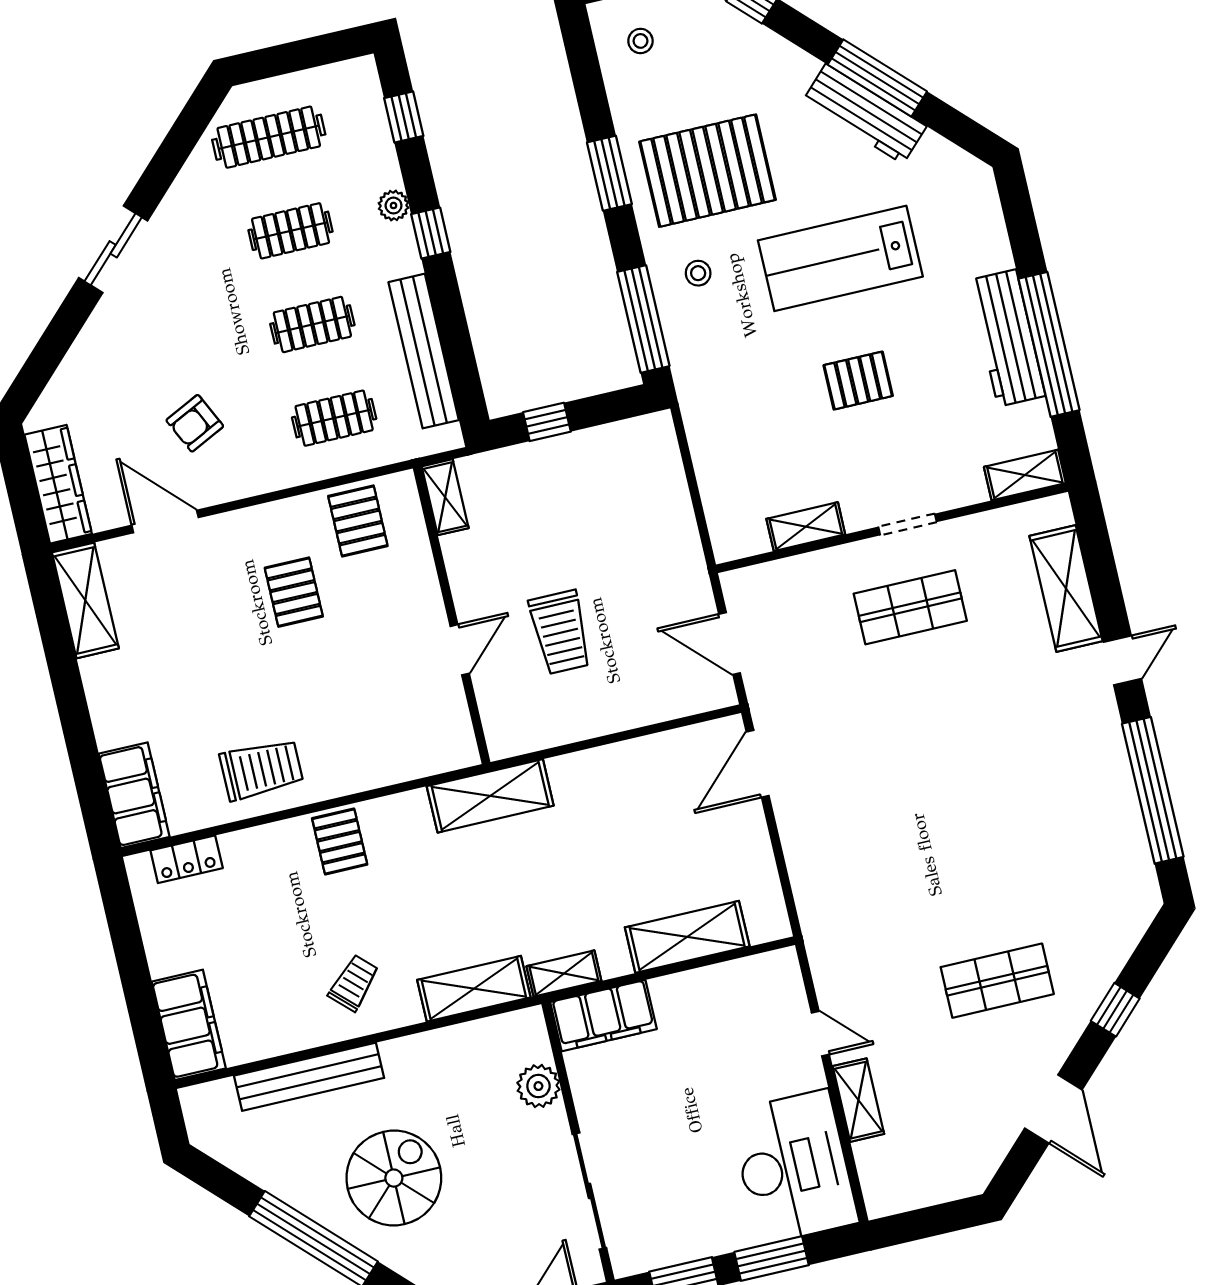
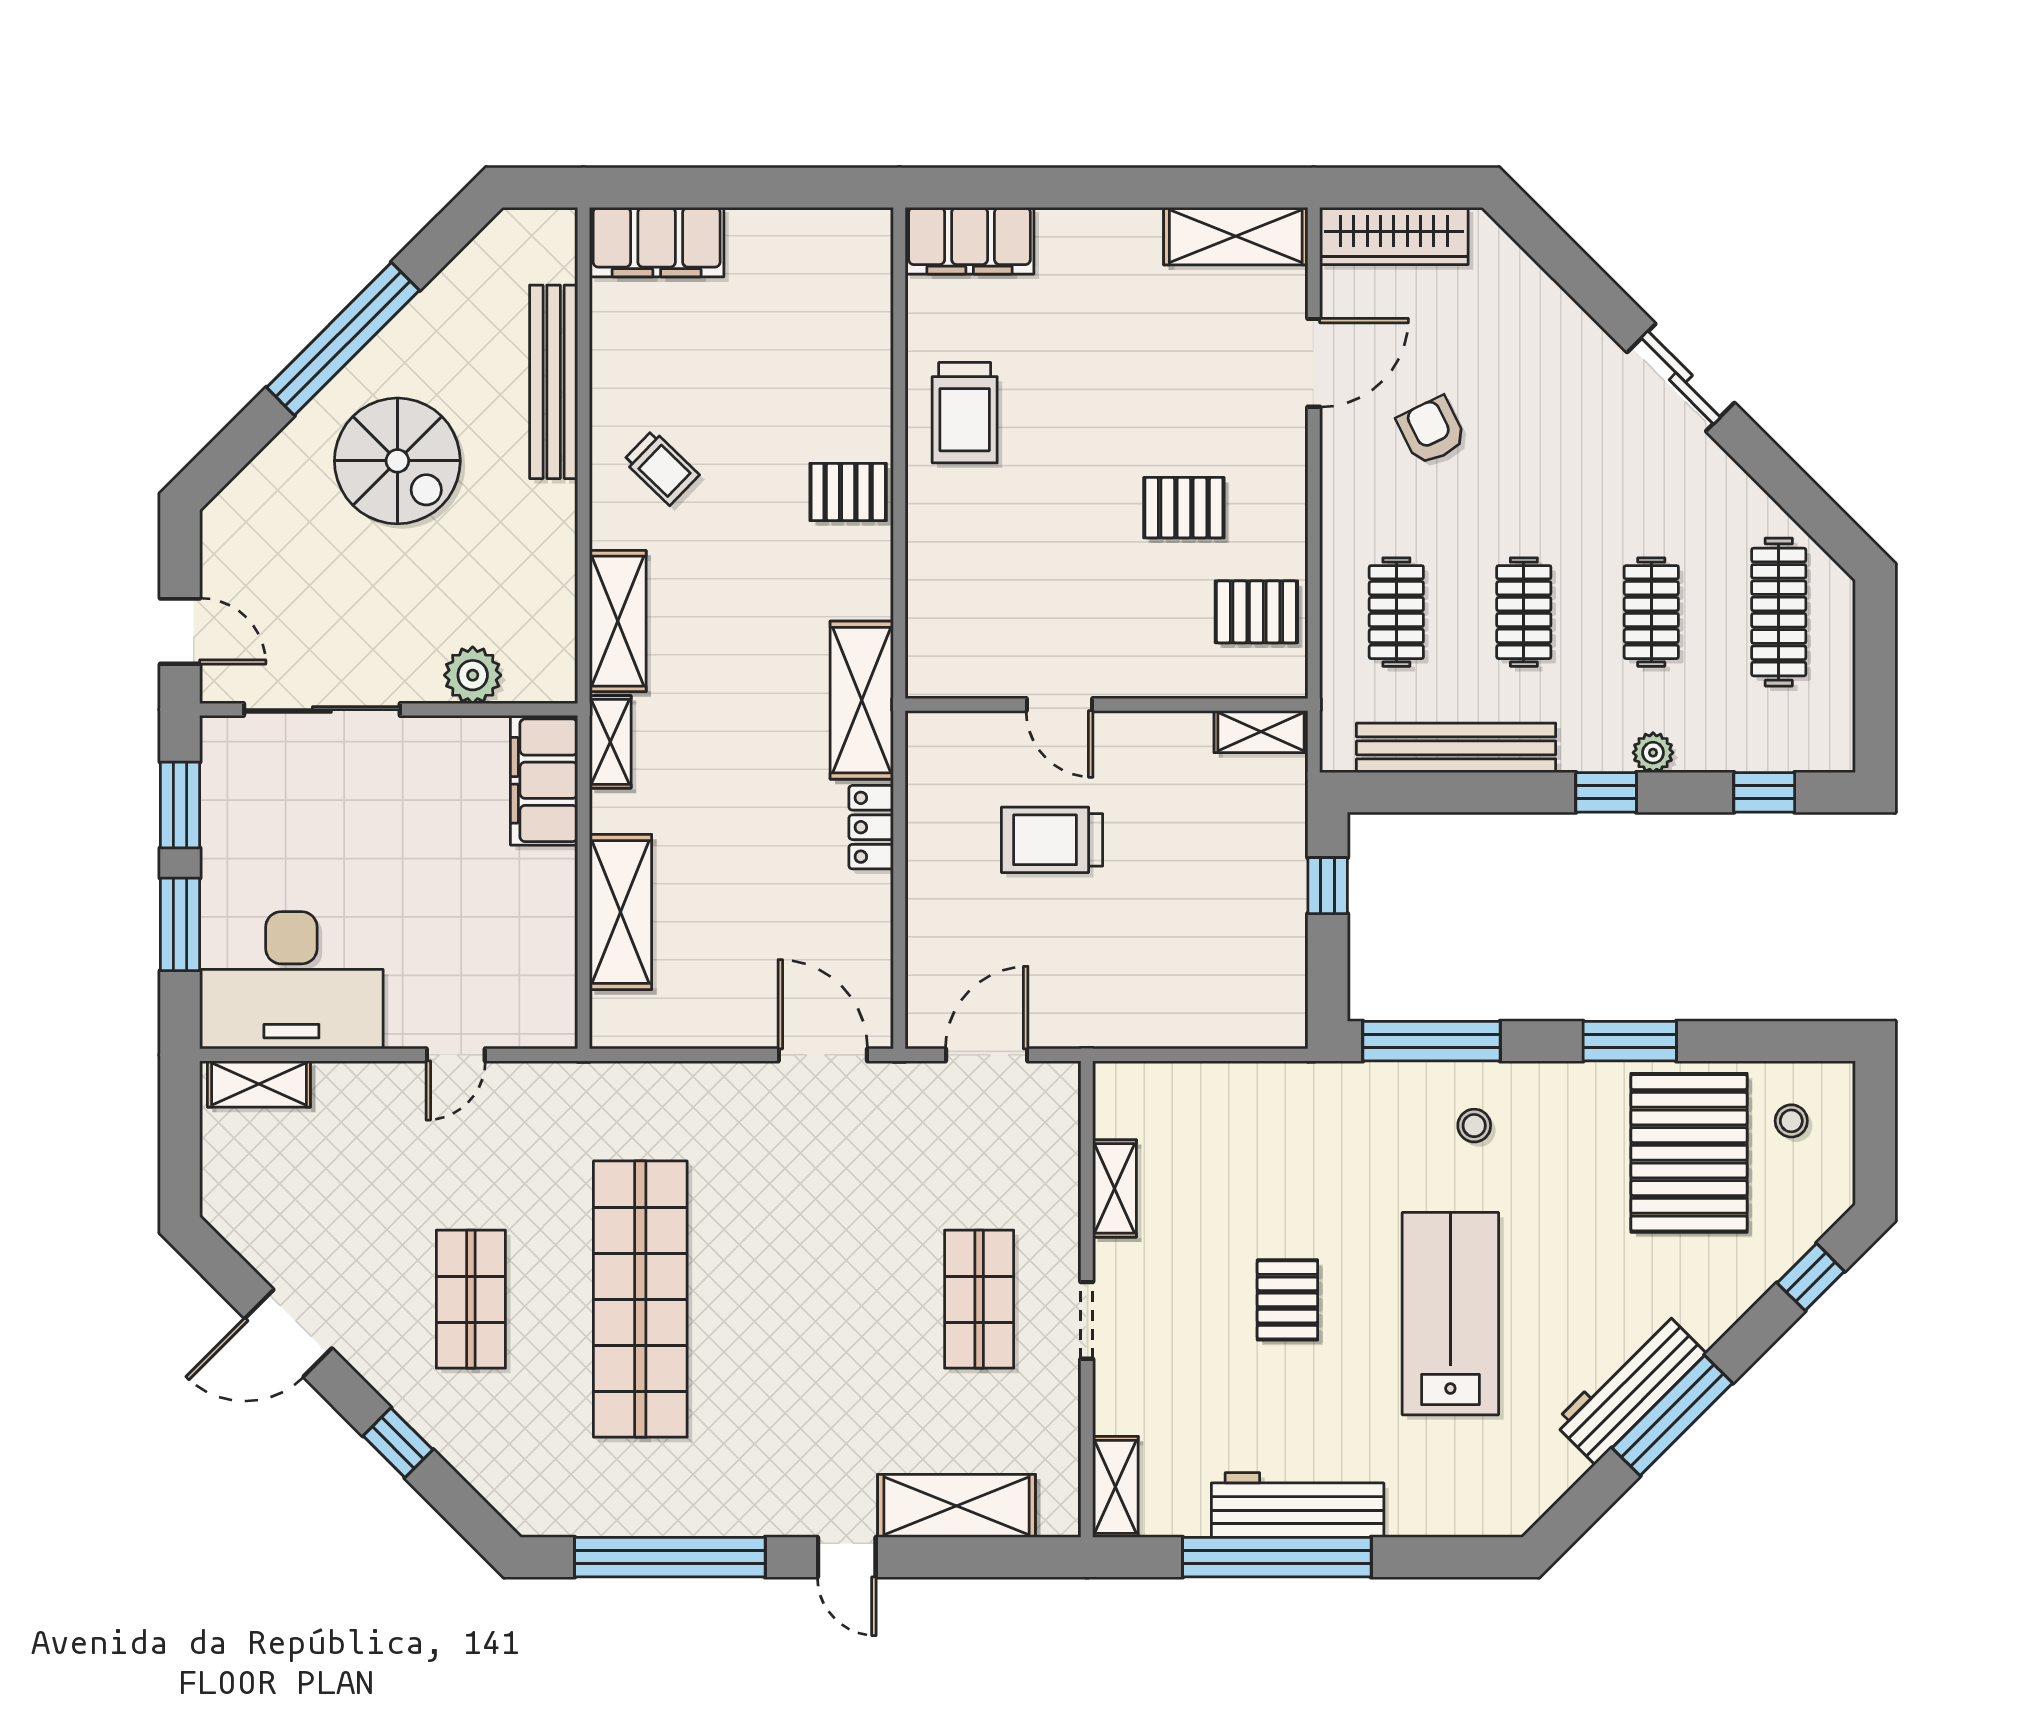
pallet: (708, 171) -> (1689, 1153), moved
shop shelf: (968, 856) -> (640, 1299), added
locker: (187, 859) -> (871, 827), moved
shelving: (858, 1100) -> (259, 1084), moved

